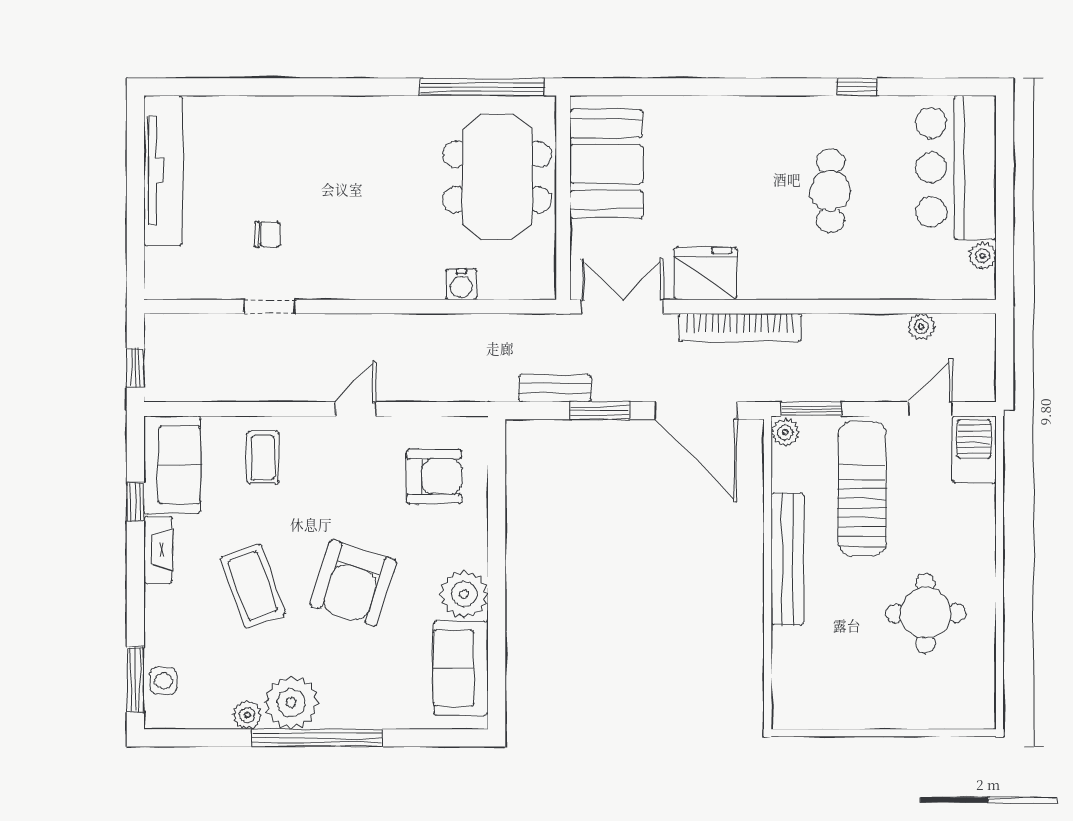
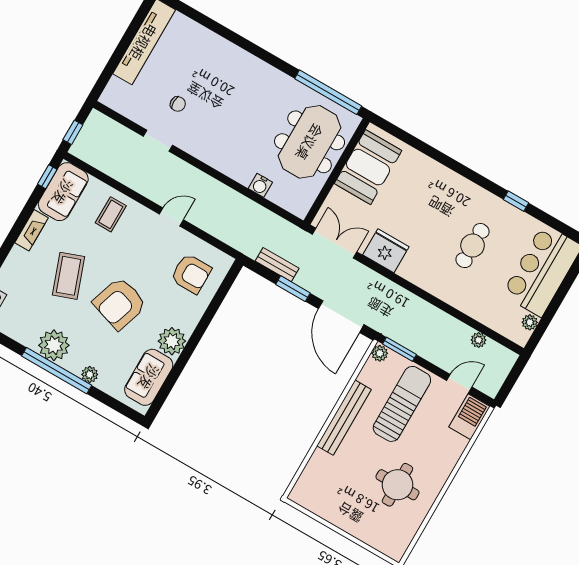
bookcase: (740, 327) -> (388, 288), removed
window: (135, 502) -> (47, 177), moved
plant: (247, 715) -> (90, 374), moved

